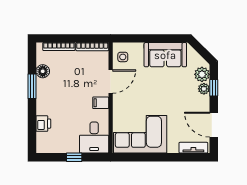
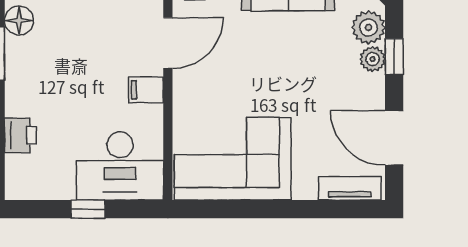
desk: (94, 138) -> (120, 166), width x1.37

